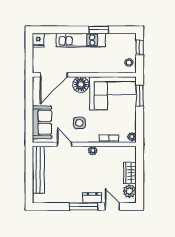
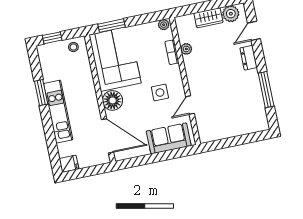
plant: (93, 151) -> (186, 49), moved
bench: (38, 170) -> (228, 131), removed
window: (83, 206) -> (266, 90), moved

